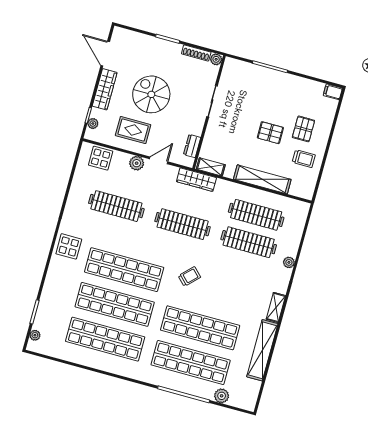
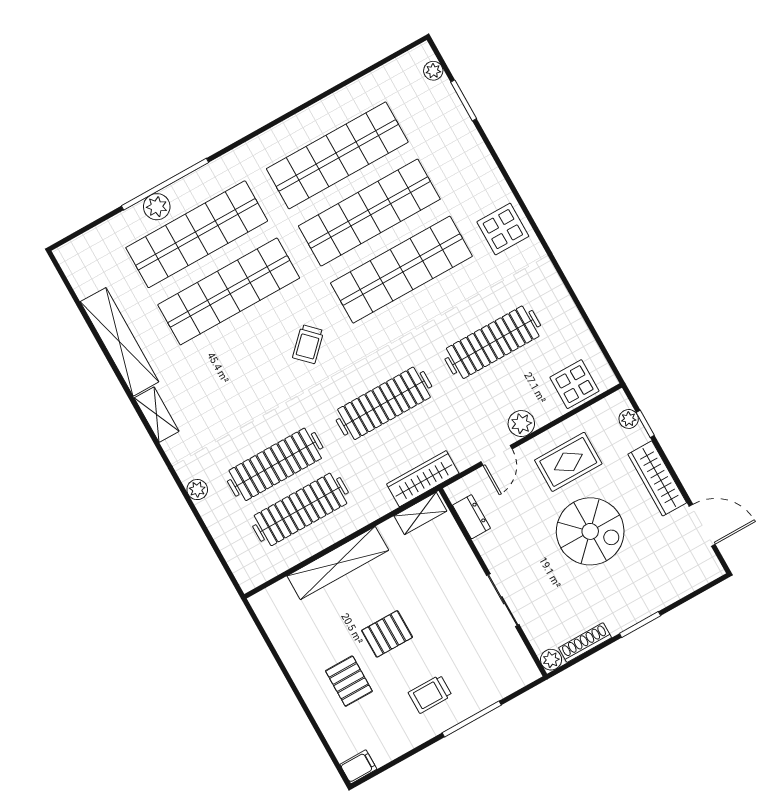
trolley: (304, 159) -> (430, 694), moved
plant: (222, 396) -> (157, 207), moved

